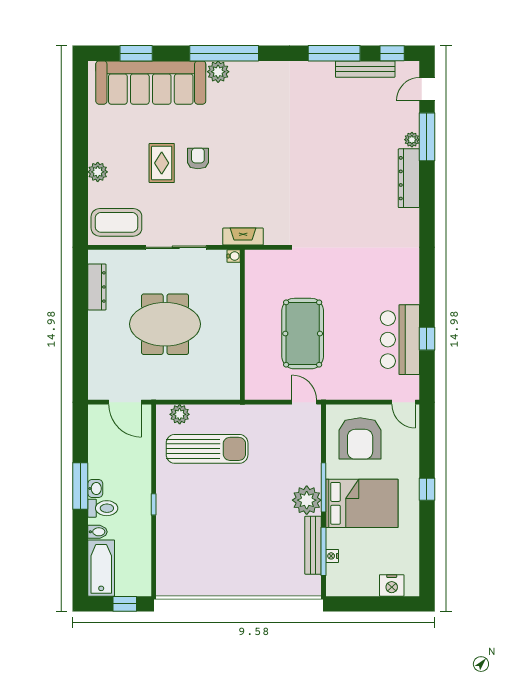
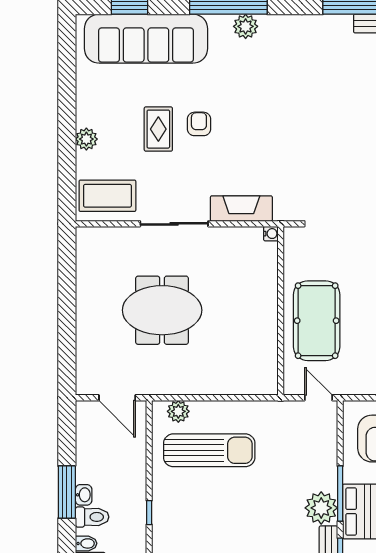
plant: (218, 72) -> (246, 26), moved
fireplace: (243, 236) -> (241, 209), width x1.37, depth x1.32
water cooler: (234, 256) -> (271, 234), moved
dresser: (97, 287) -> (85, 268), removed
wall: (242, 325) -> (281, 311), moved

